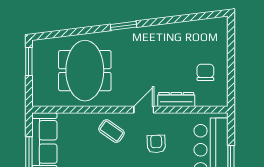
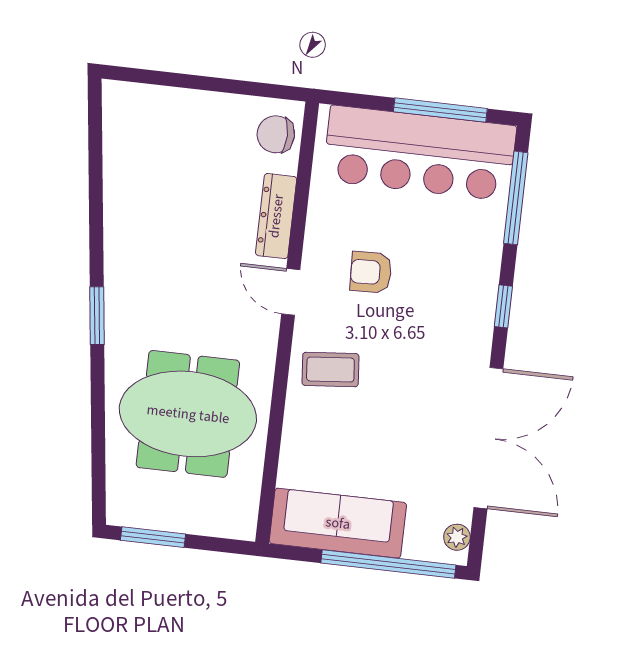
chair: (205, 72) -> (276, 134), moved
coffee table: (111, 131) -> (330, 370), turned 50

